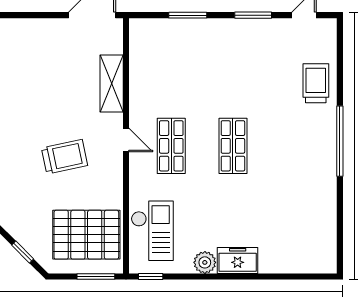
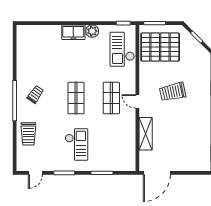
checkout: (232, 65) -> (76, 145), added
trolley: (304, 152) -> (35, 94), added

